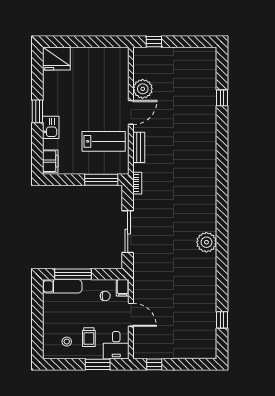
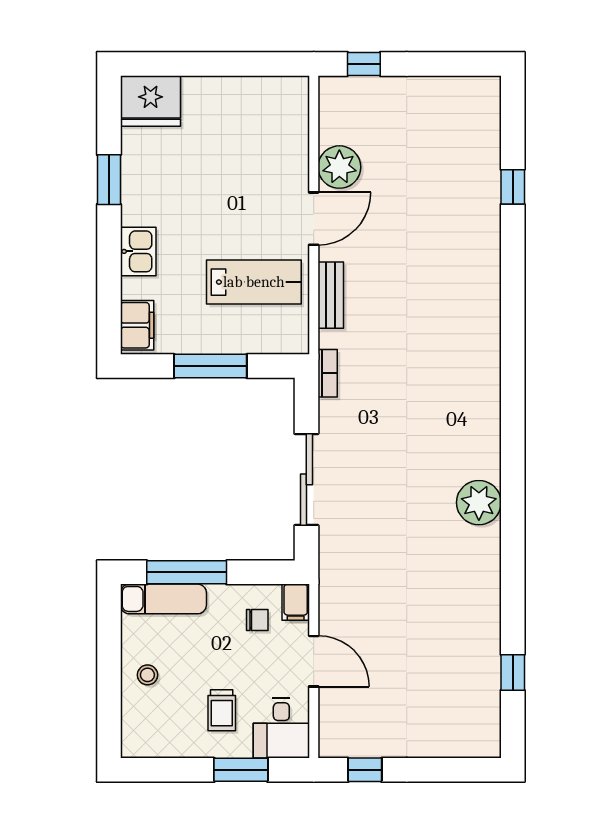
window: (37, 111) -> (109, 180), moved
window: (101, 180) -> (210, 366), moved
stool: (67, 342) -> (147, 675), moved

